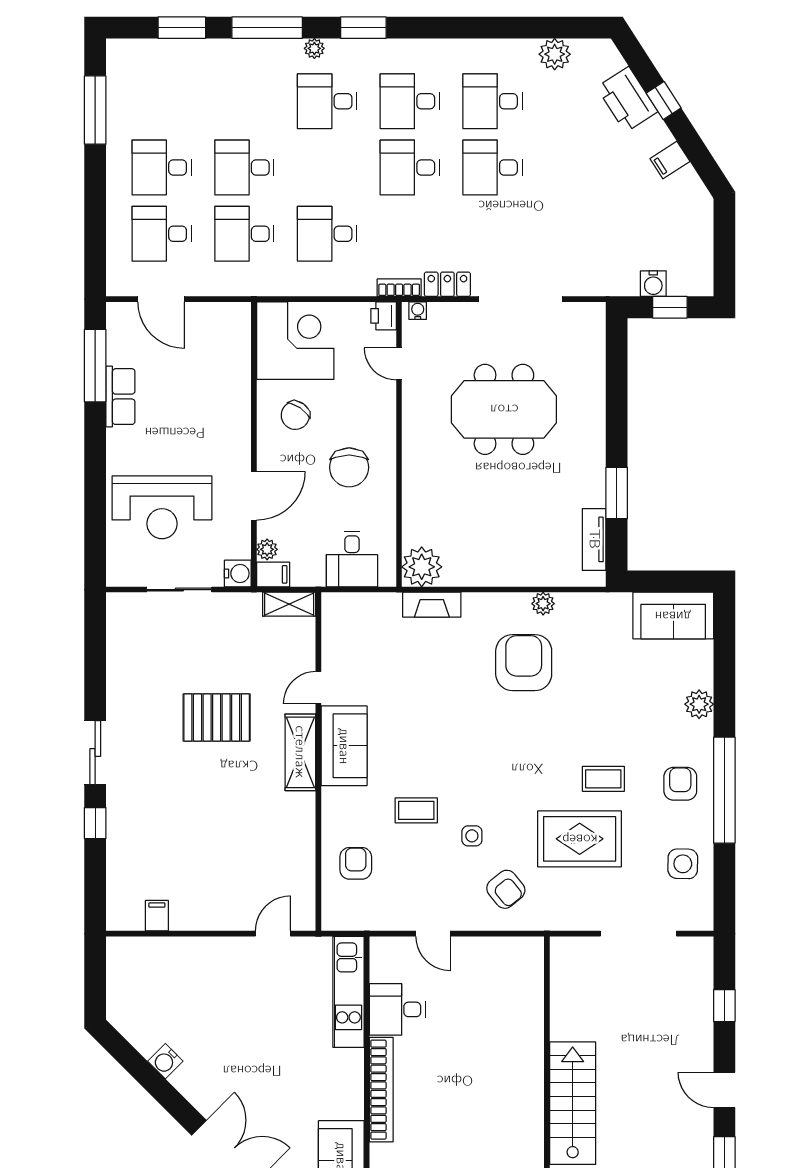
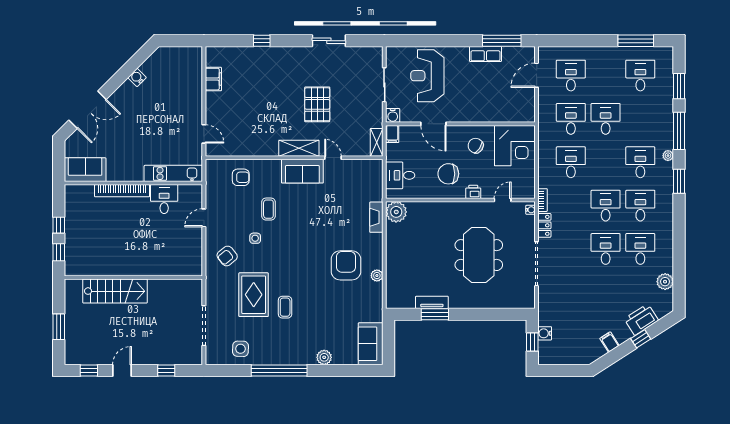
desk: (162, 167) -> (640, 76), moved
printer: (384, 316) -> (473, 192), moved
tv unit: (594, 539) -> (432, 302), moved
plant: (267, 549) -> (405, 131), removed
armchair: (524, 663) -> (346, 265), turned -90
sliding door: (95, 753) -> (329, 41), moved
armchair: (680, 784) -> (282, 347), removed
filing cabinet: (157, 916) -> (213, 79), width x2.00

